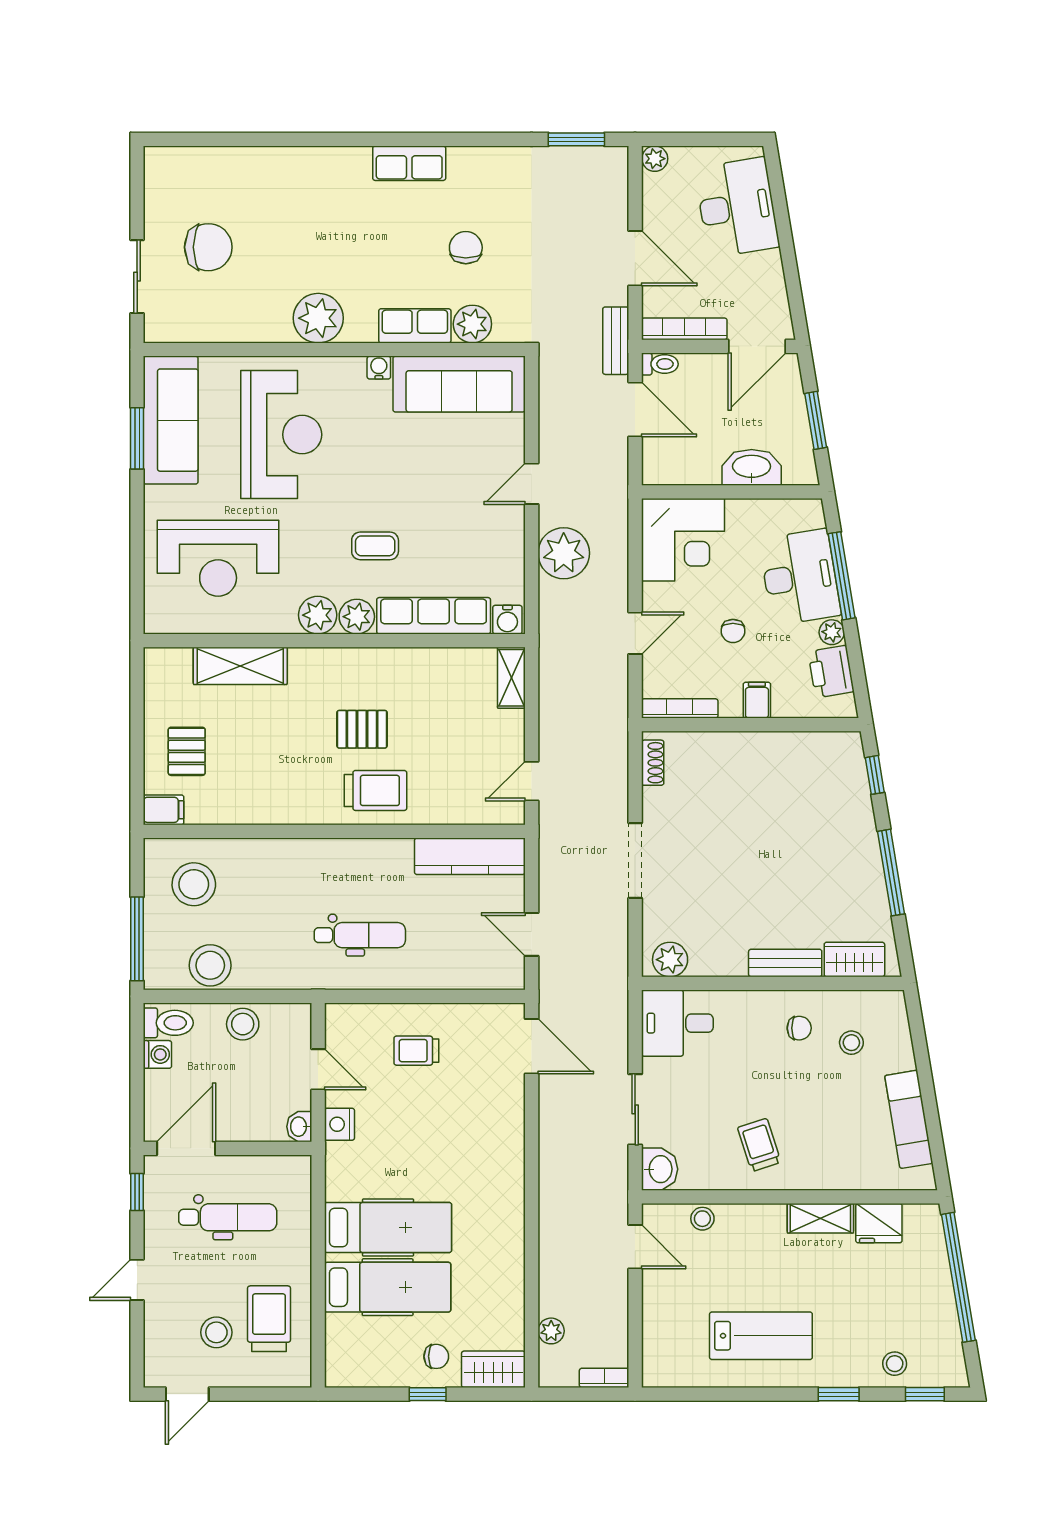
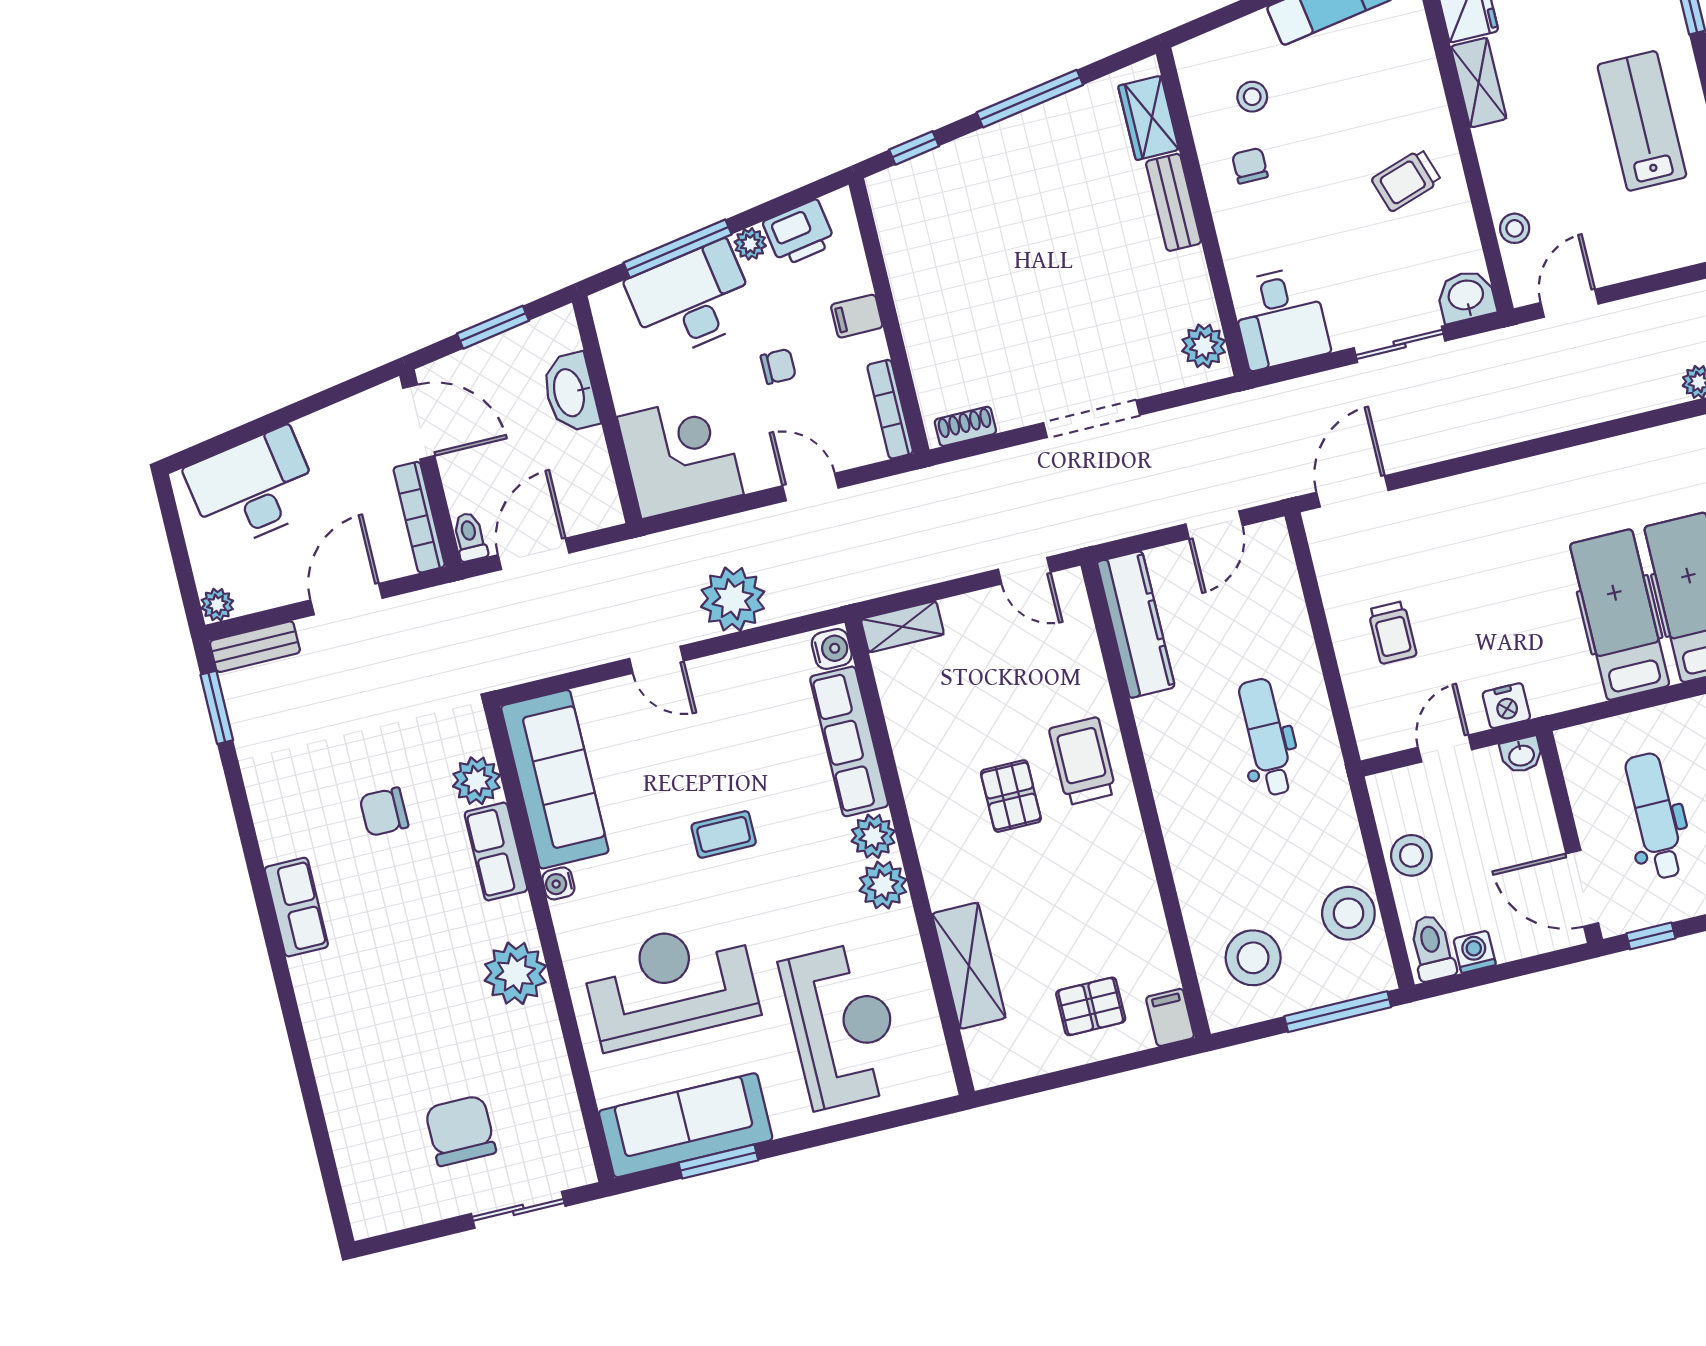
bench: (616, 341) -> (255, 647), moved
coffee table: (375, 546) -> (724, 834), moved, turned 90

